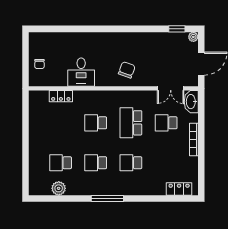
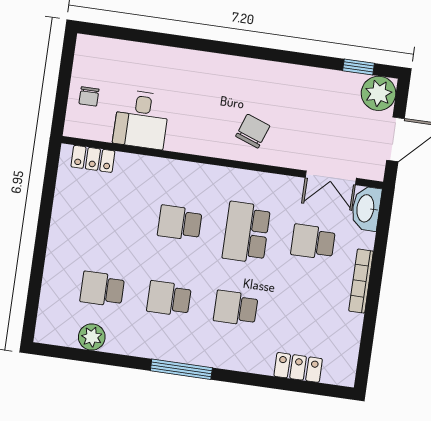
plant: (193, 37) -> (379, 93), width x1.88, depth x1.88
desk: (81, 72) -> (141, 120), moved
locker: (61, 96) -> (93, 159), moved
locker: (179, 189) -> (298, 367), moved

